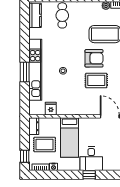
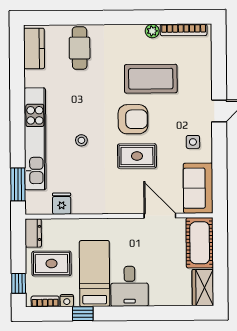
window: (25, 72) -> (18, 184), moved
bed: (70, 137) -> (95, 273), moved, turned 180
window: (89, 175) -> (83, 314), moved

